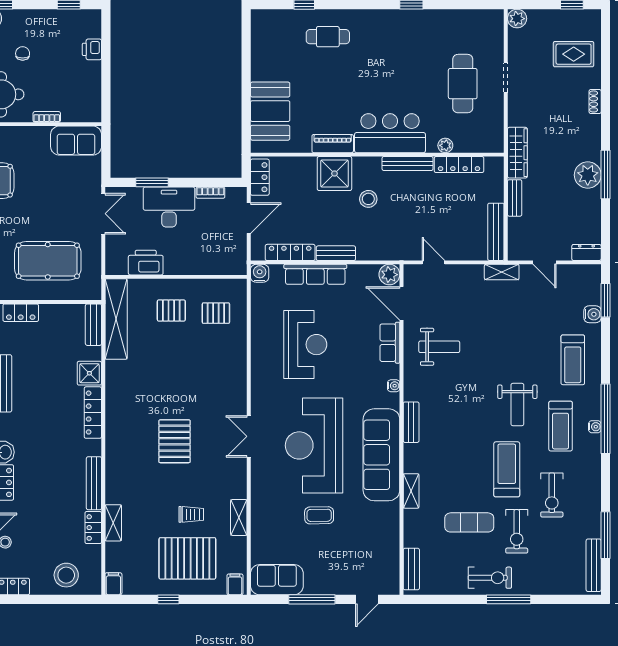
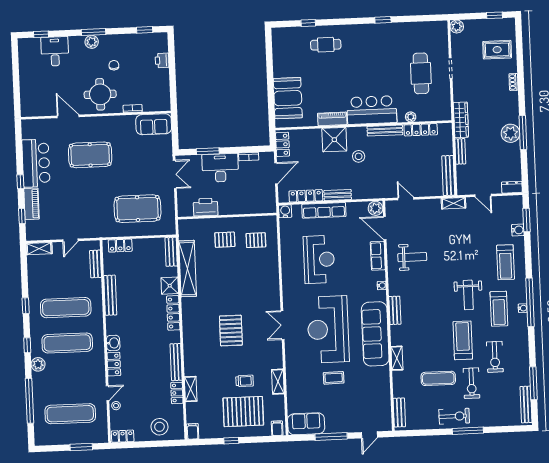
shelving: (116, 319) -> (188, 269), moved

